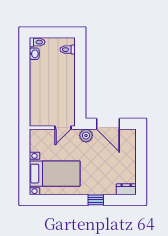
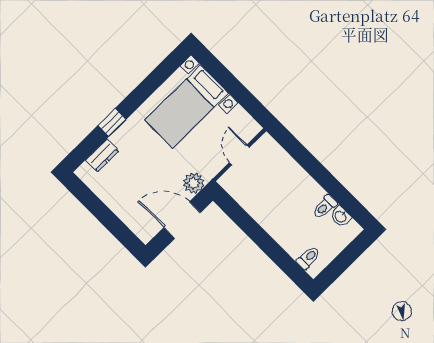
toilet: (37, 42) -> (325, 207), moved
door: (63, 128) -> (239, 155), moved
dresser: (126, 189) -> (102, 156), moved

